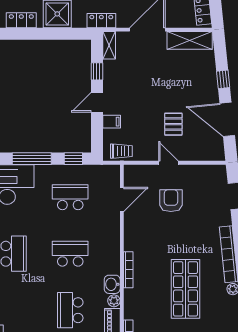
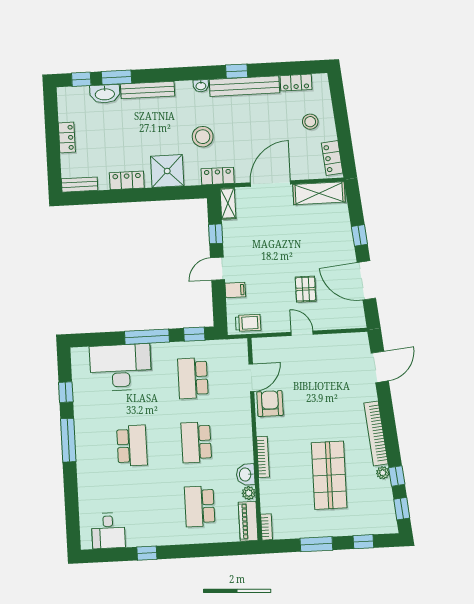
school desk: (70, 197) -> (193, 378), turned -90
armchair: (171, 201) -> (270, 404), moved
school desk: (70, 254) -> (196, 442), turned -90

